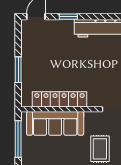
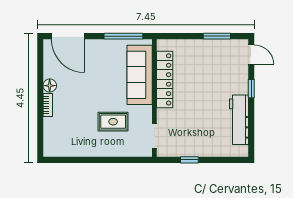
window: (18, 70) -> (217, 36), moved

